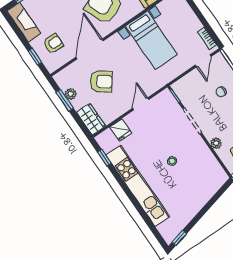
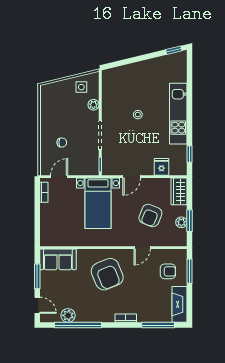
bed with nightstands: (151, 40) -> (98, 203), moved, turned 180
armchair: (53, 44) -> (168, 271), turned 180
door: (90, 49) -> (142, 248), width x0.53
window: (35, 57) -> (189, 271), width x1.50
armchair: (101, 81) -> (150, 216), turned -105
kitchen unit: (138, 186) -> (178, 114), width x0.73

